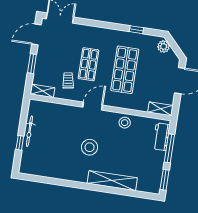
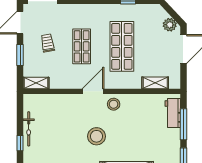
plant: (164, 46) -> (170, 25), moved
trolley: (68, 80) -> (48, 43), moved
shelving: (160, 109) -> (155, 83), moved
stool: (125, 123) -> (114, 104), moved

